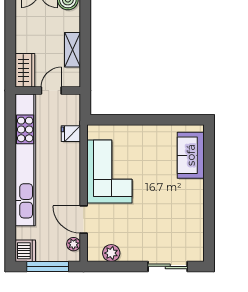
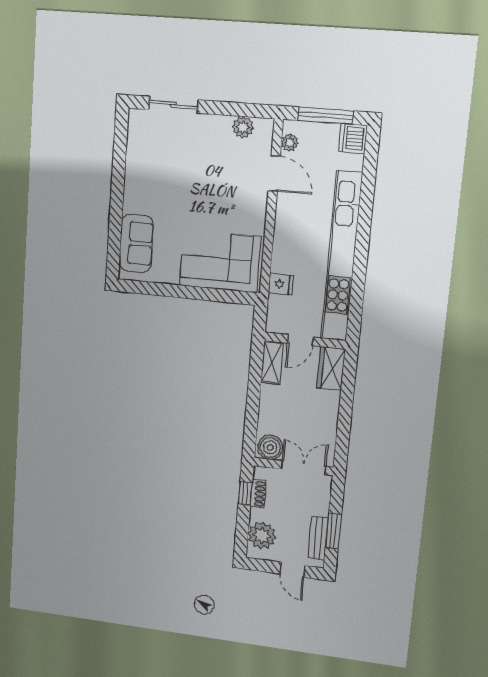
shelving: (72, 50) -> (272, 362), moved
corner sofa: (109, 171) -> (220, 261), moved, turned 90

